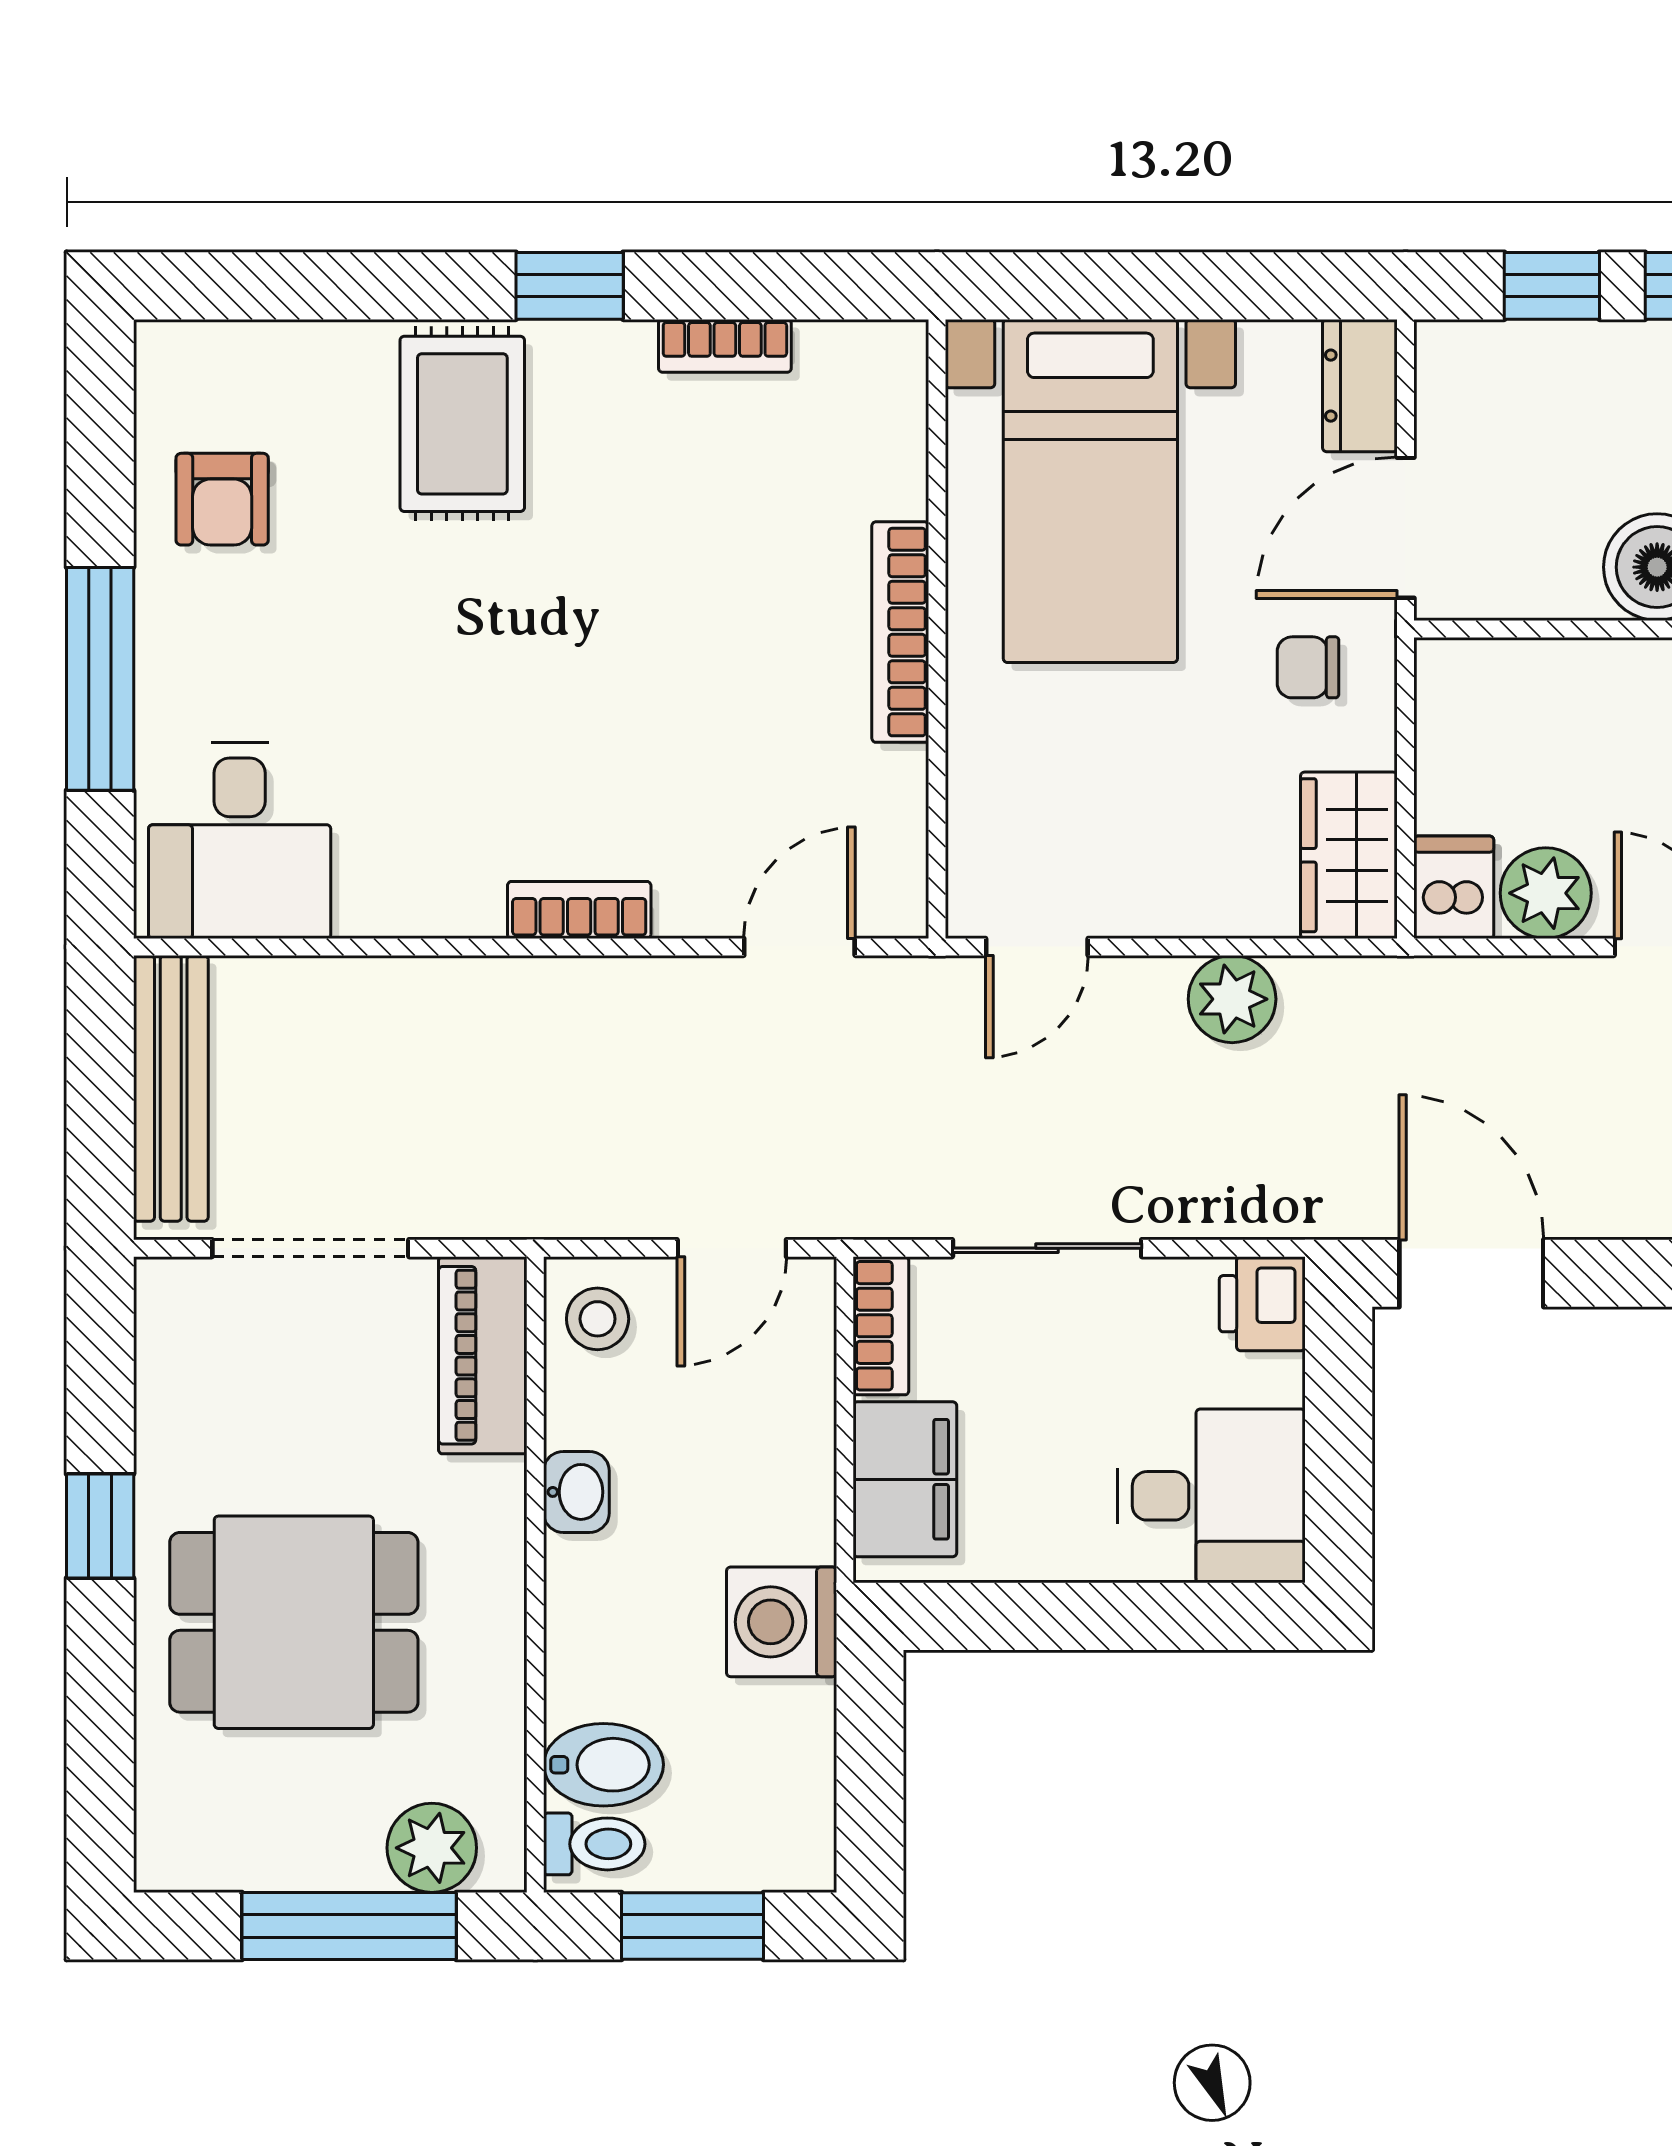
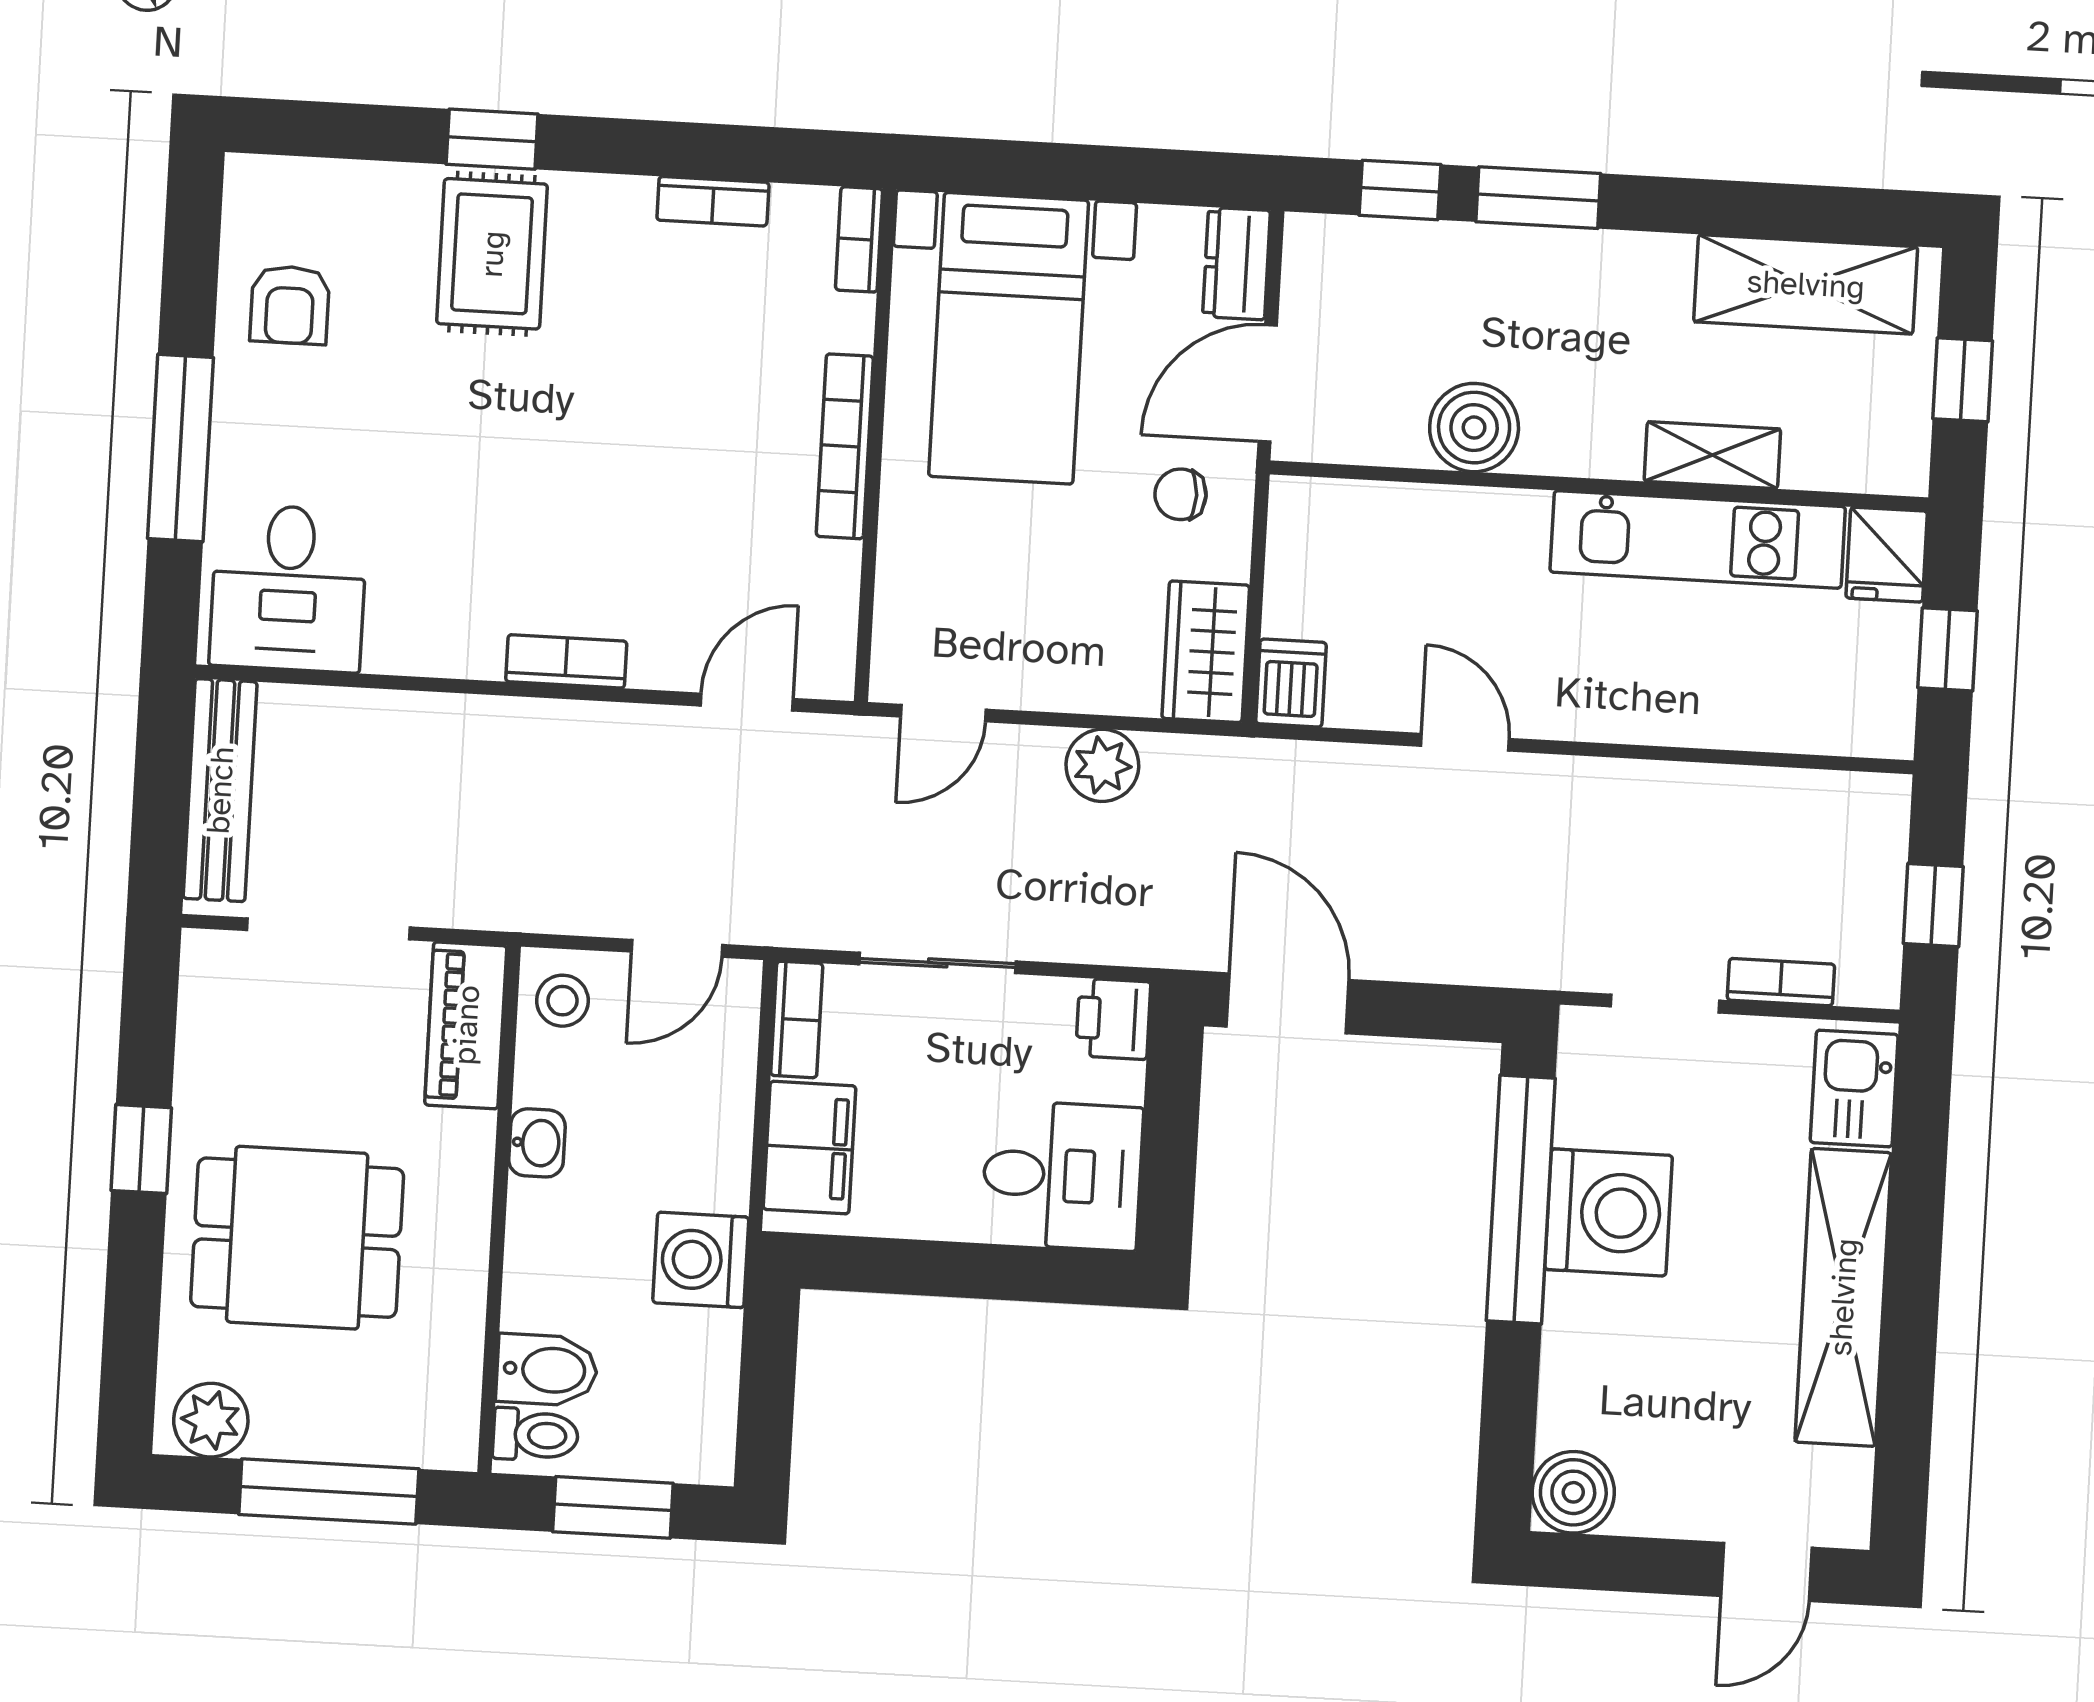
window: (570, 286) -> (492, 139), moved
bookcase: (904, 382) -> (859, 239), added
plant: (1546, 893) -> (1367, 692), removed
plant: (432, 1848) -> (211, 1420), moved

